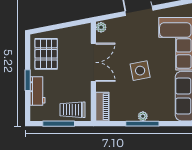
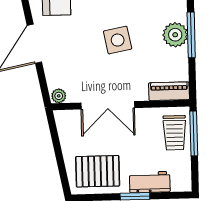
double door: (93, 62) -> (108, 105), swing flipped
plant: (143, 116) -> (175, 35), width x1.87, depth x1.87
window: (59, 124) -> (194, 133), moved

